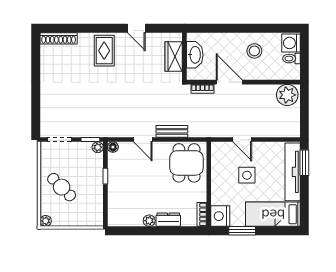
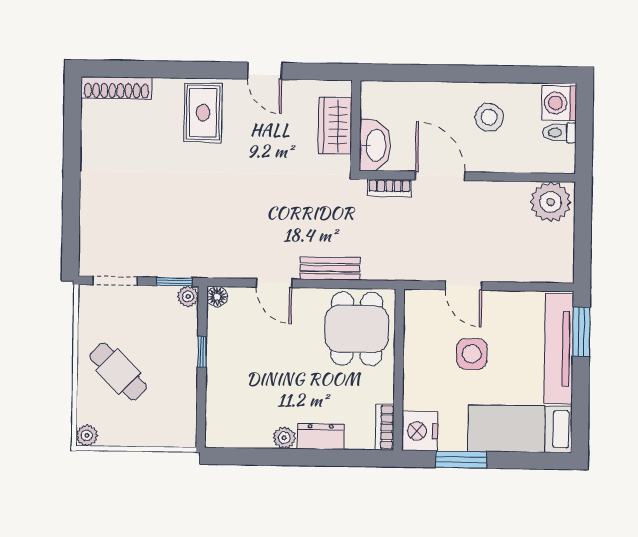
washbasin: (195, 55) -> (375, 145), moved

